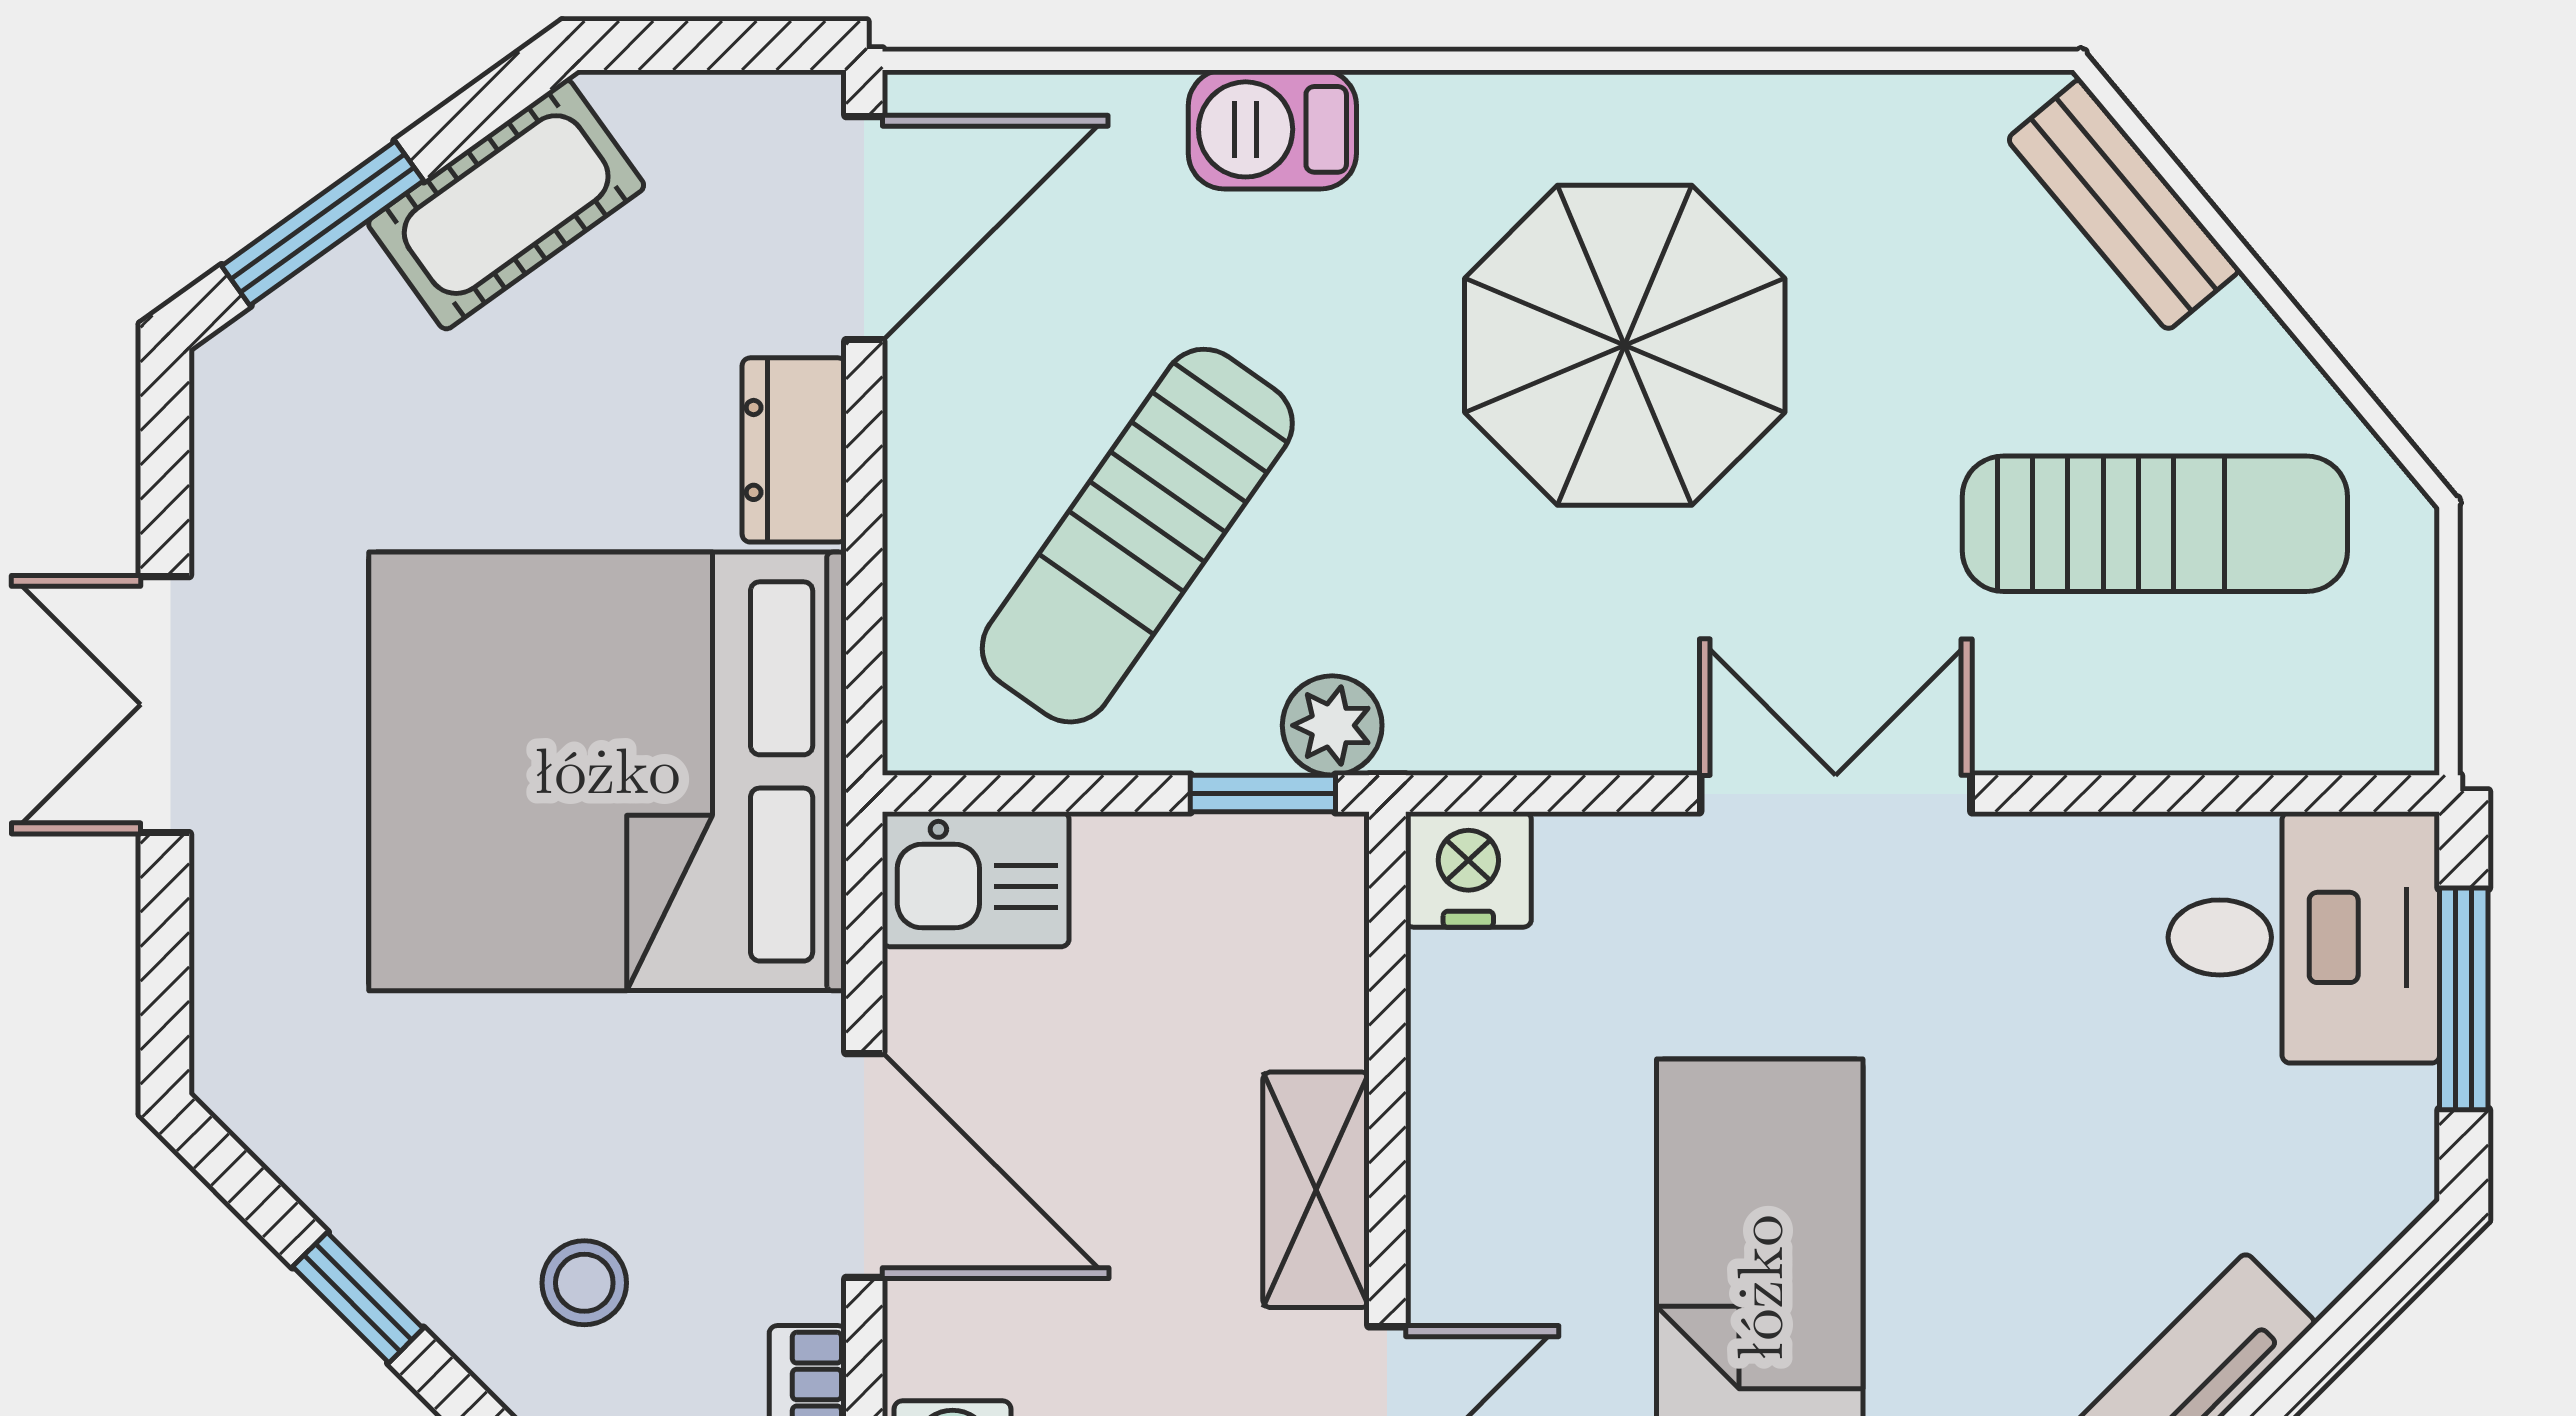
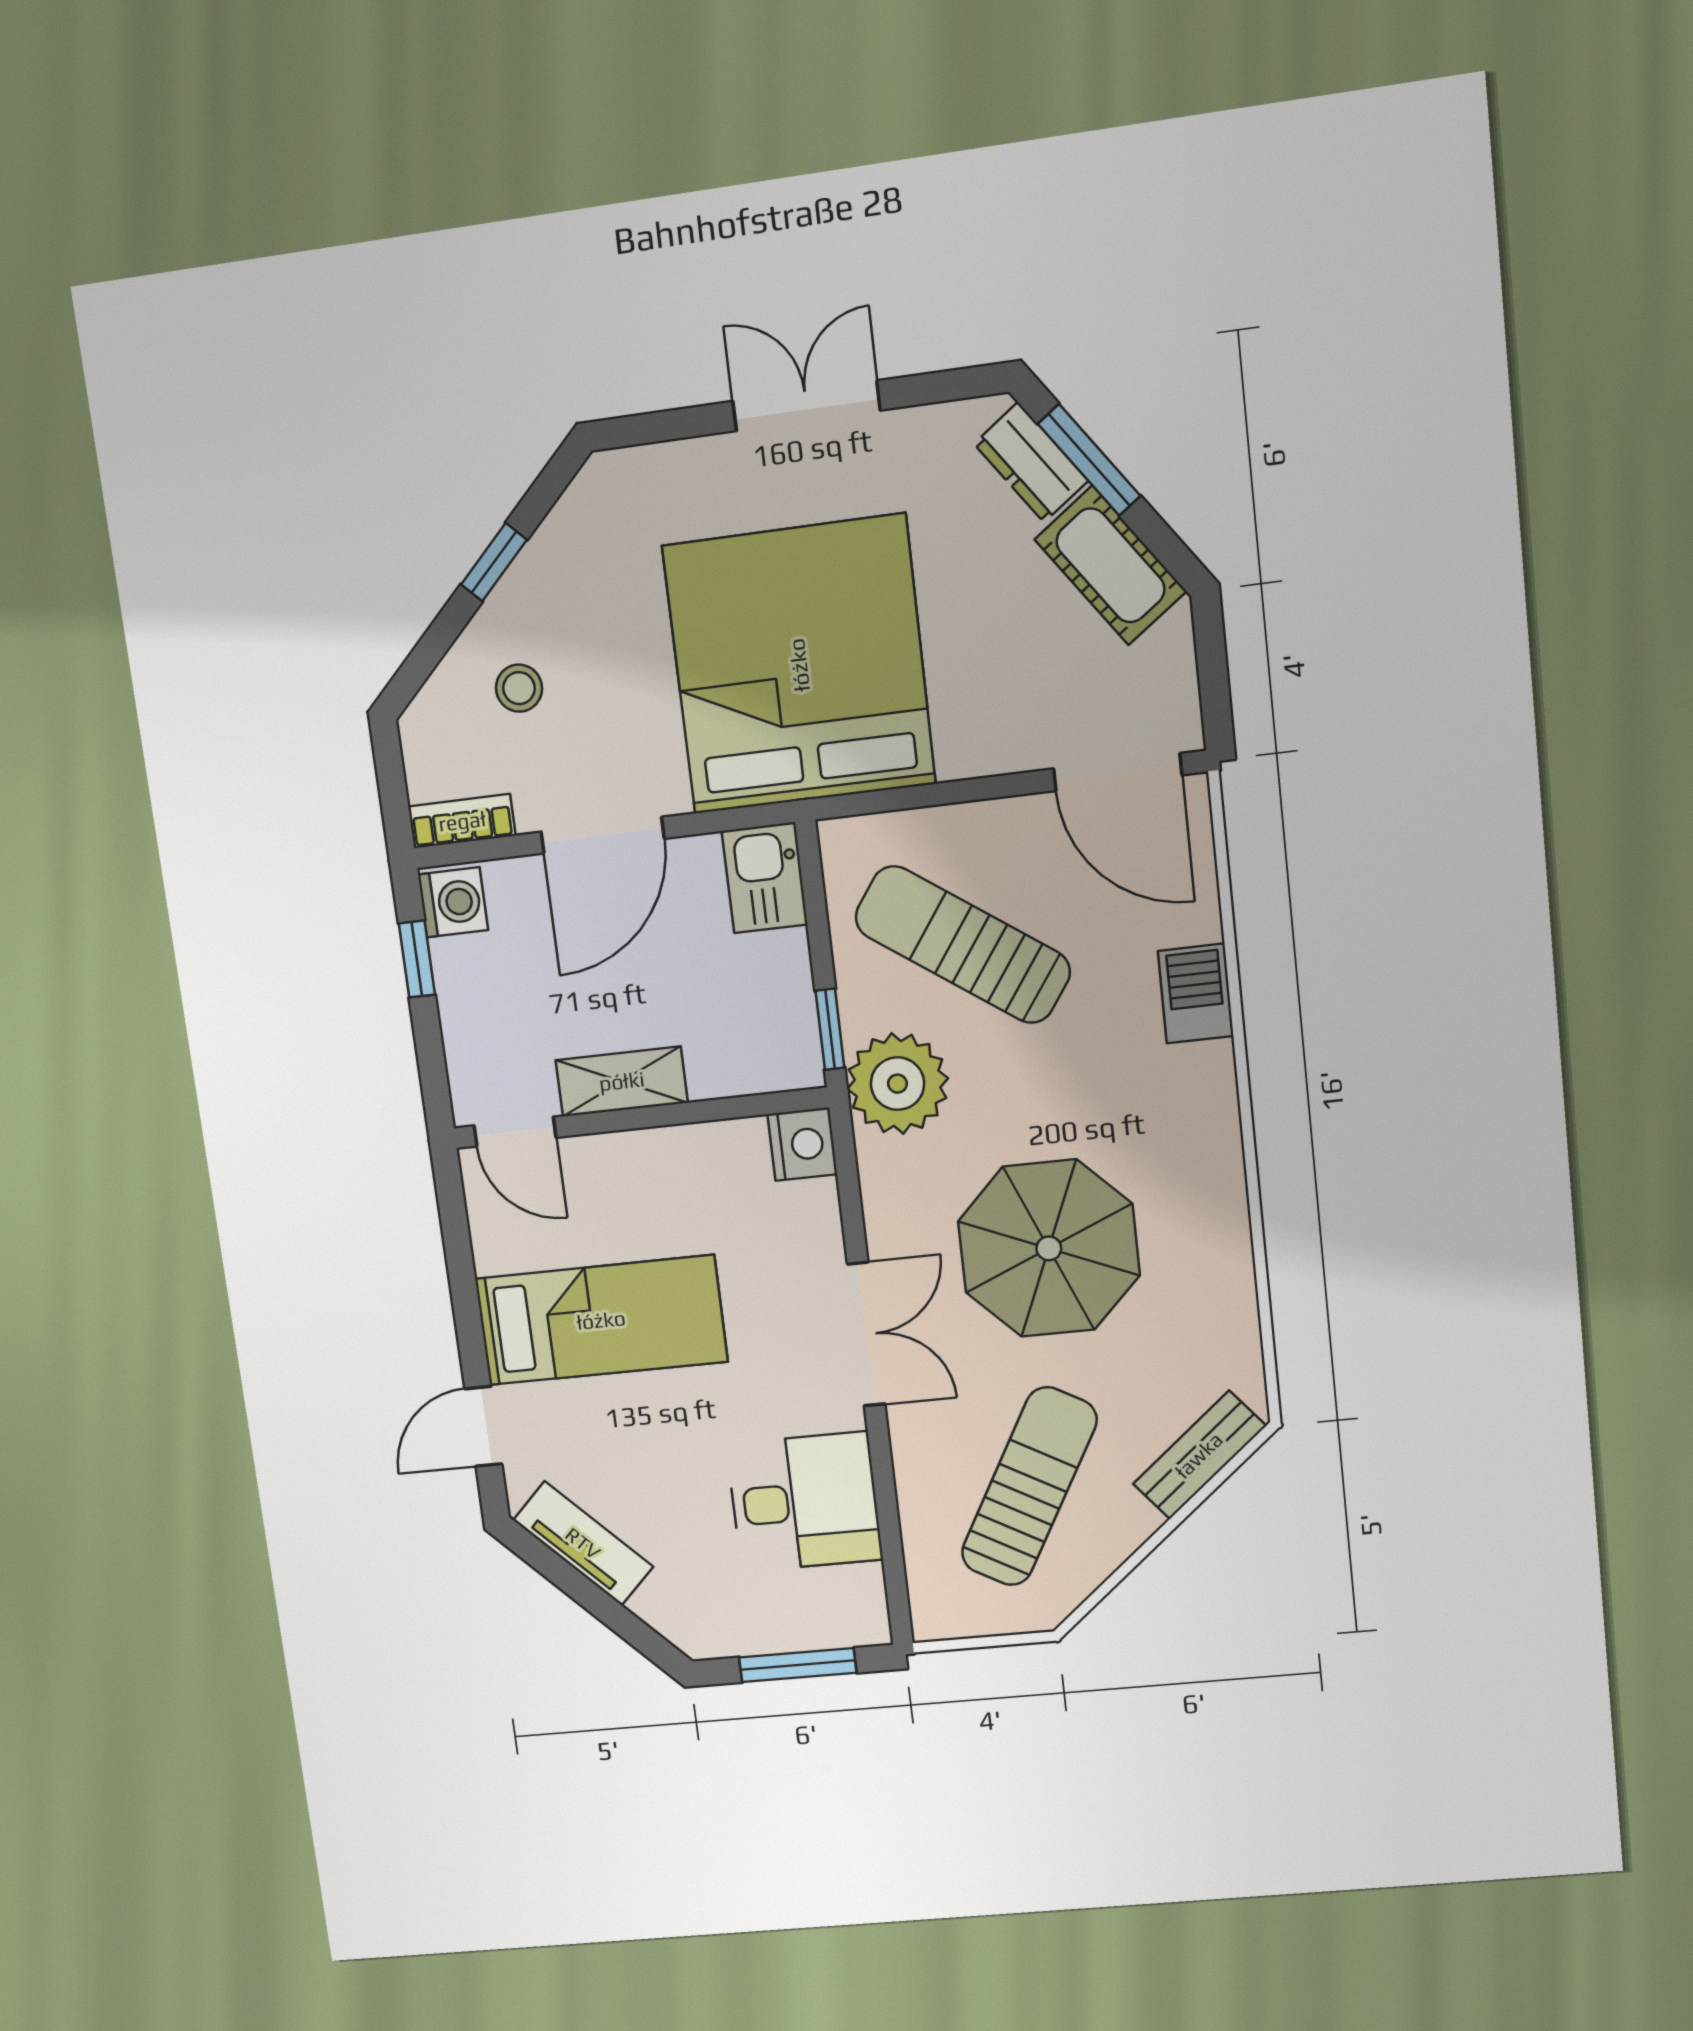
parasol: (1625, 345) -> (1049, 1248), moved
dresser: (794, 450) -> (1031, 462), moved, turned -126
sun lounger: (2155, 524) -> (1029, 1487), turned -151
plant: (1332, 725) -> (897, 1084), width x1.87, depth x1.87
desk: (2304, 937) -> (804, 1502), moved, turned -90

